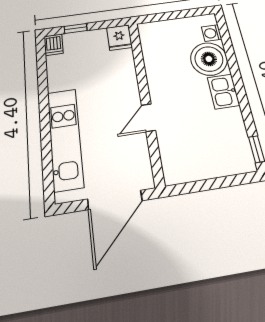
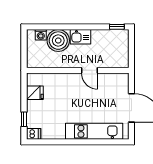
wall: (145, 98) -> (78, 70), moved
door: (148, 118) -> (90, 70), moved

